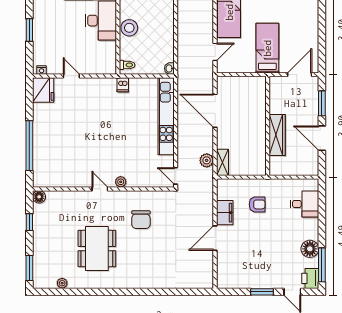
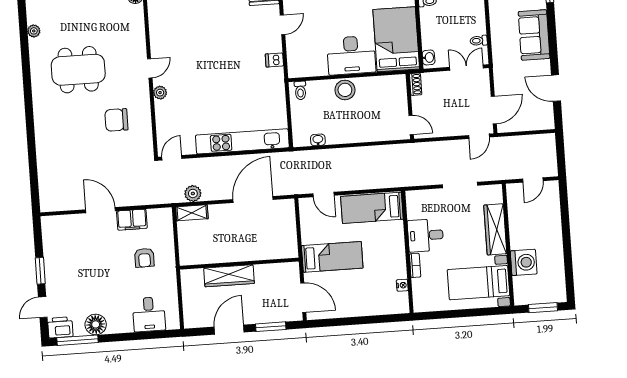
washbasin: (169, 68) -> (318, 140), moved
dishwasher: (123, 85) -> (274, 60), moved

